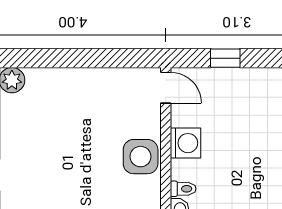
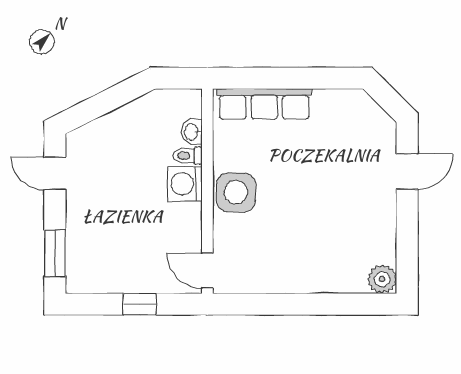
washing machine: (185, 143) -> (185, 184), moved

